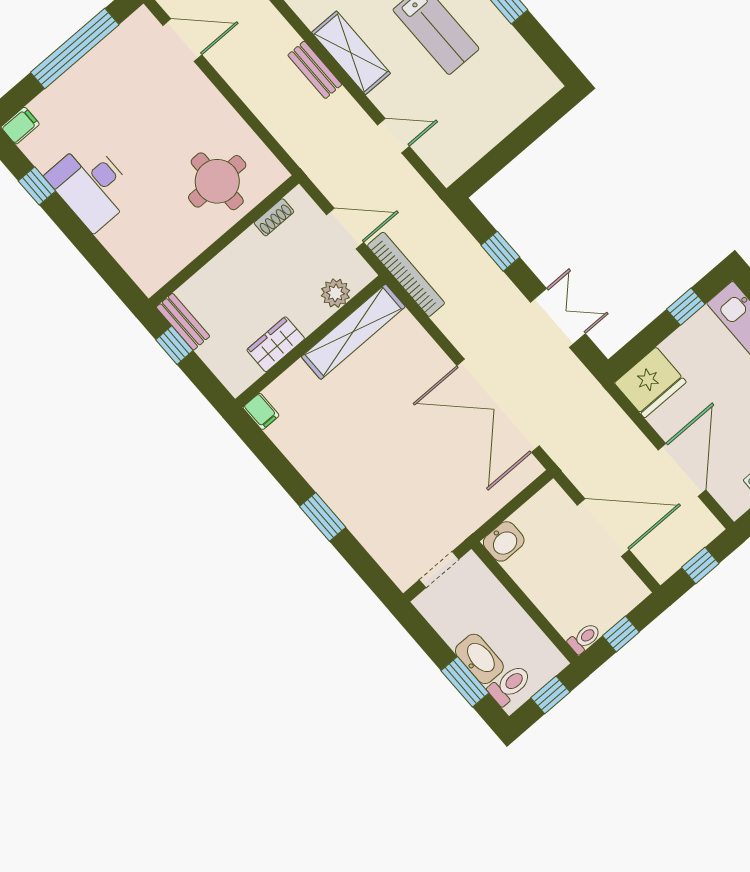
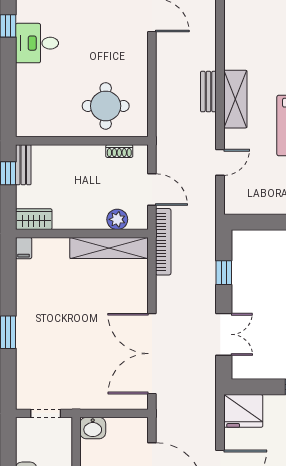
door: (393, 136) -> (220, 162), hinge flipped
desk: (91, 185) -> (37, 43), width x0.73
wardrobe: (276, 344) -> (34, 219), moved

